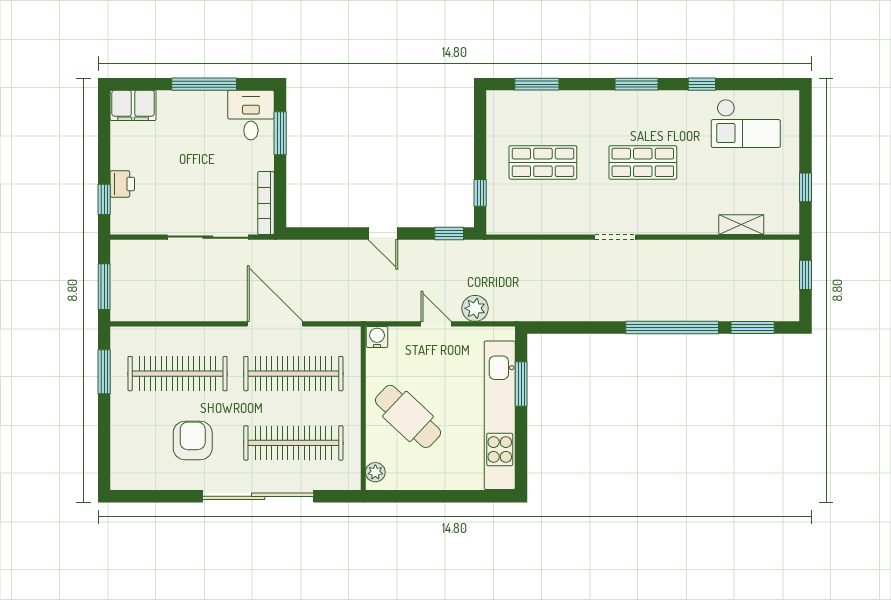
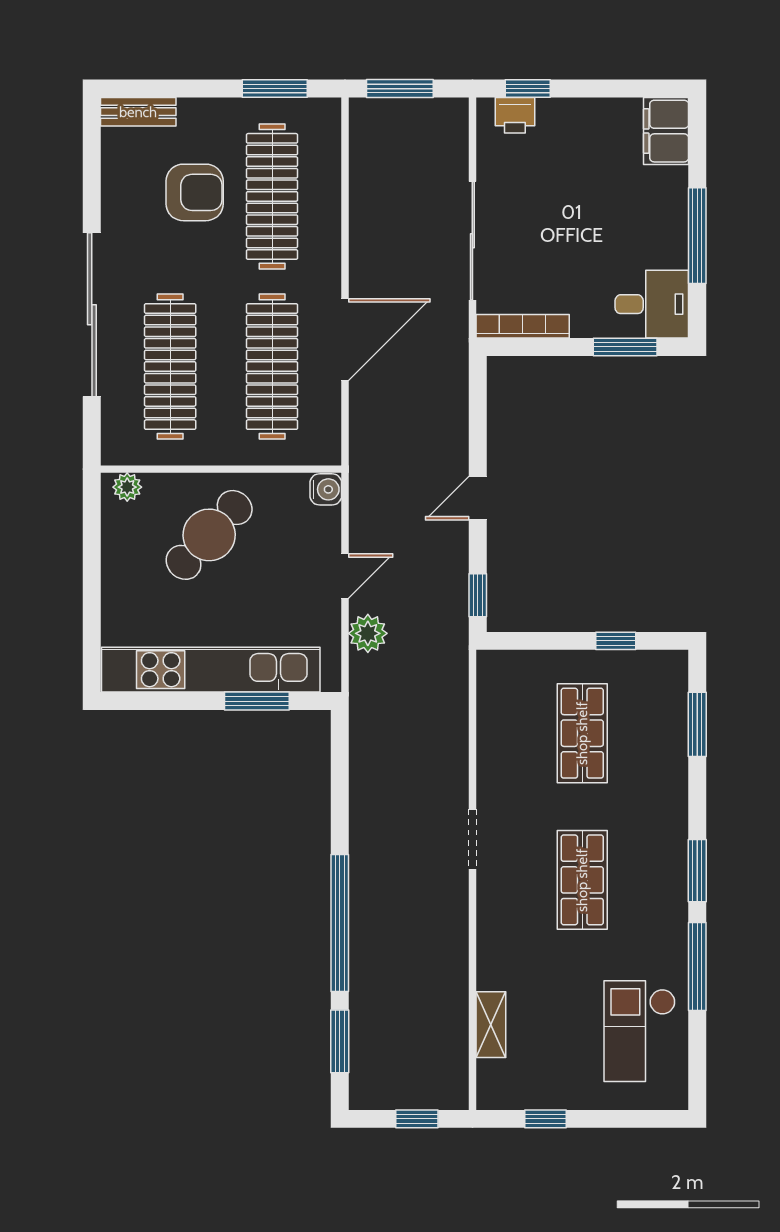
window: (702, 84) -> (697, 967), width x2.17
printer: (122, 184) -> (515, 115), moved
window: (480, 193) -> (616, 641), moved
armchair: (193, 440) -> (195, 192), moved
bench: (120, 465) -> (138, 112), added

